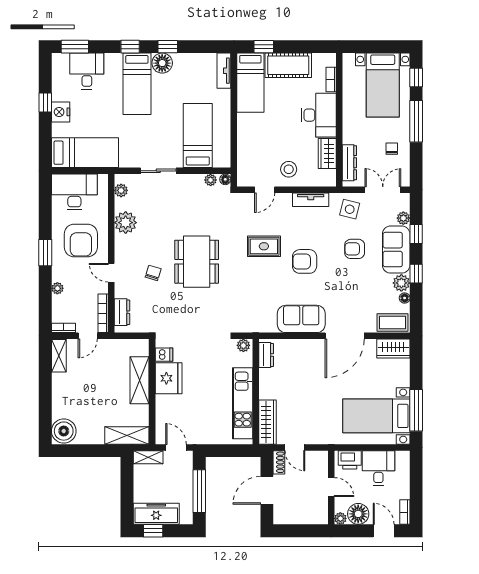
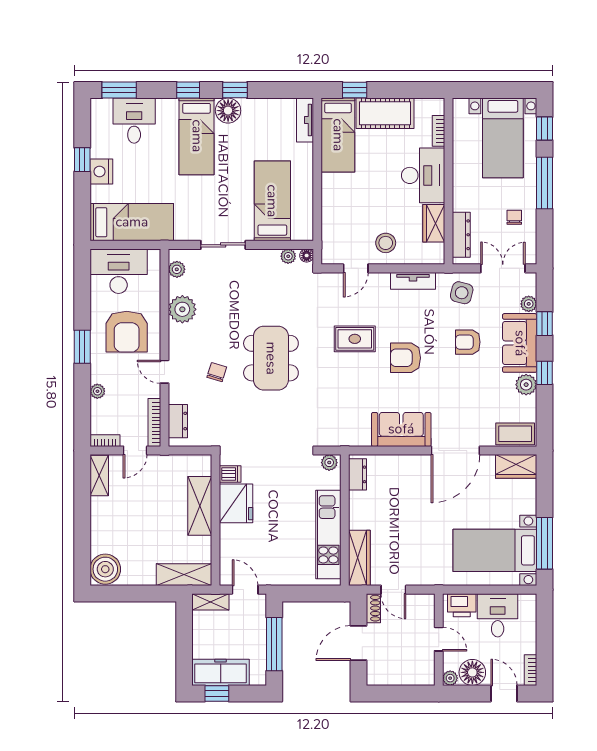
floor lamp: (405, 298) -> (530, 403), removed

